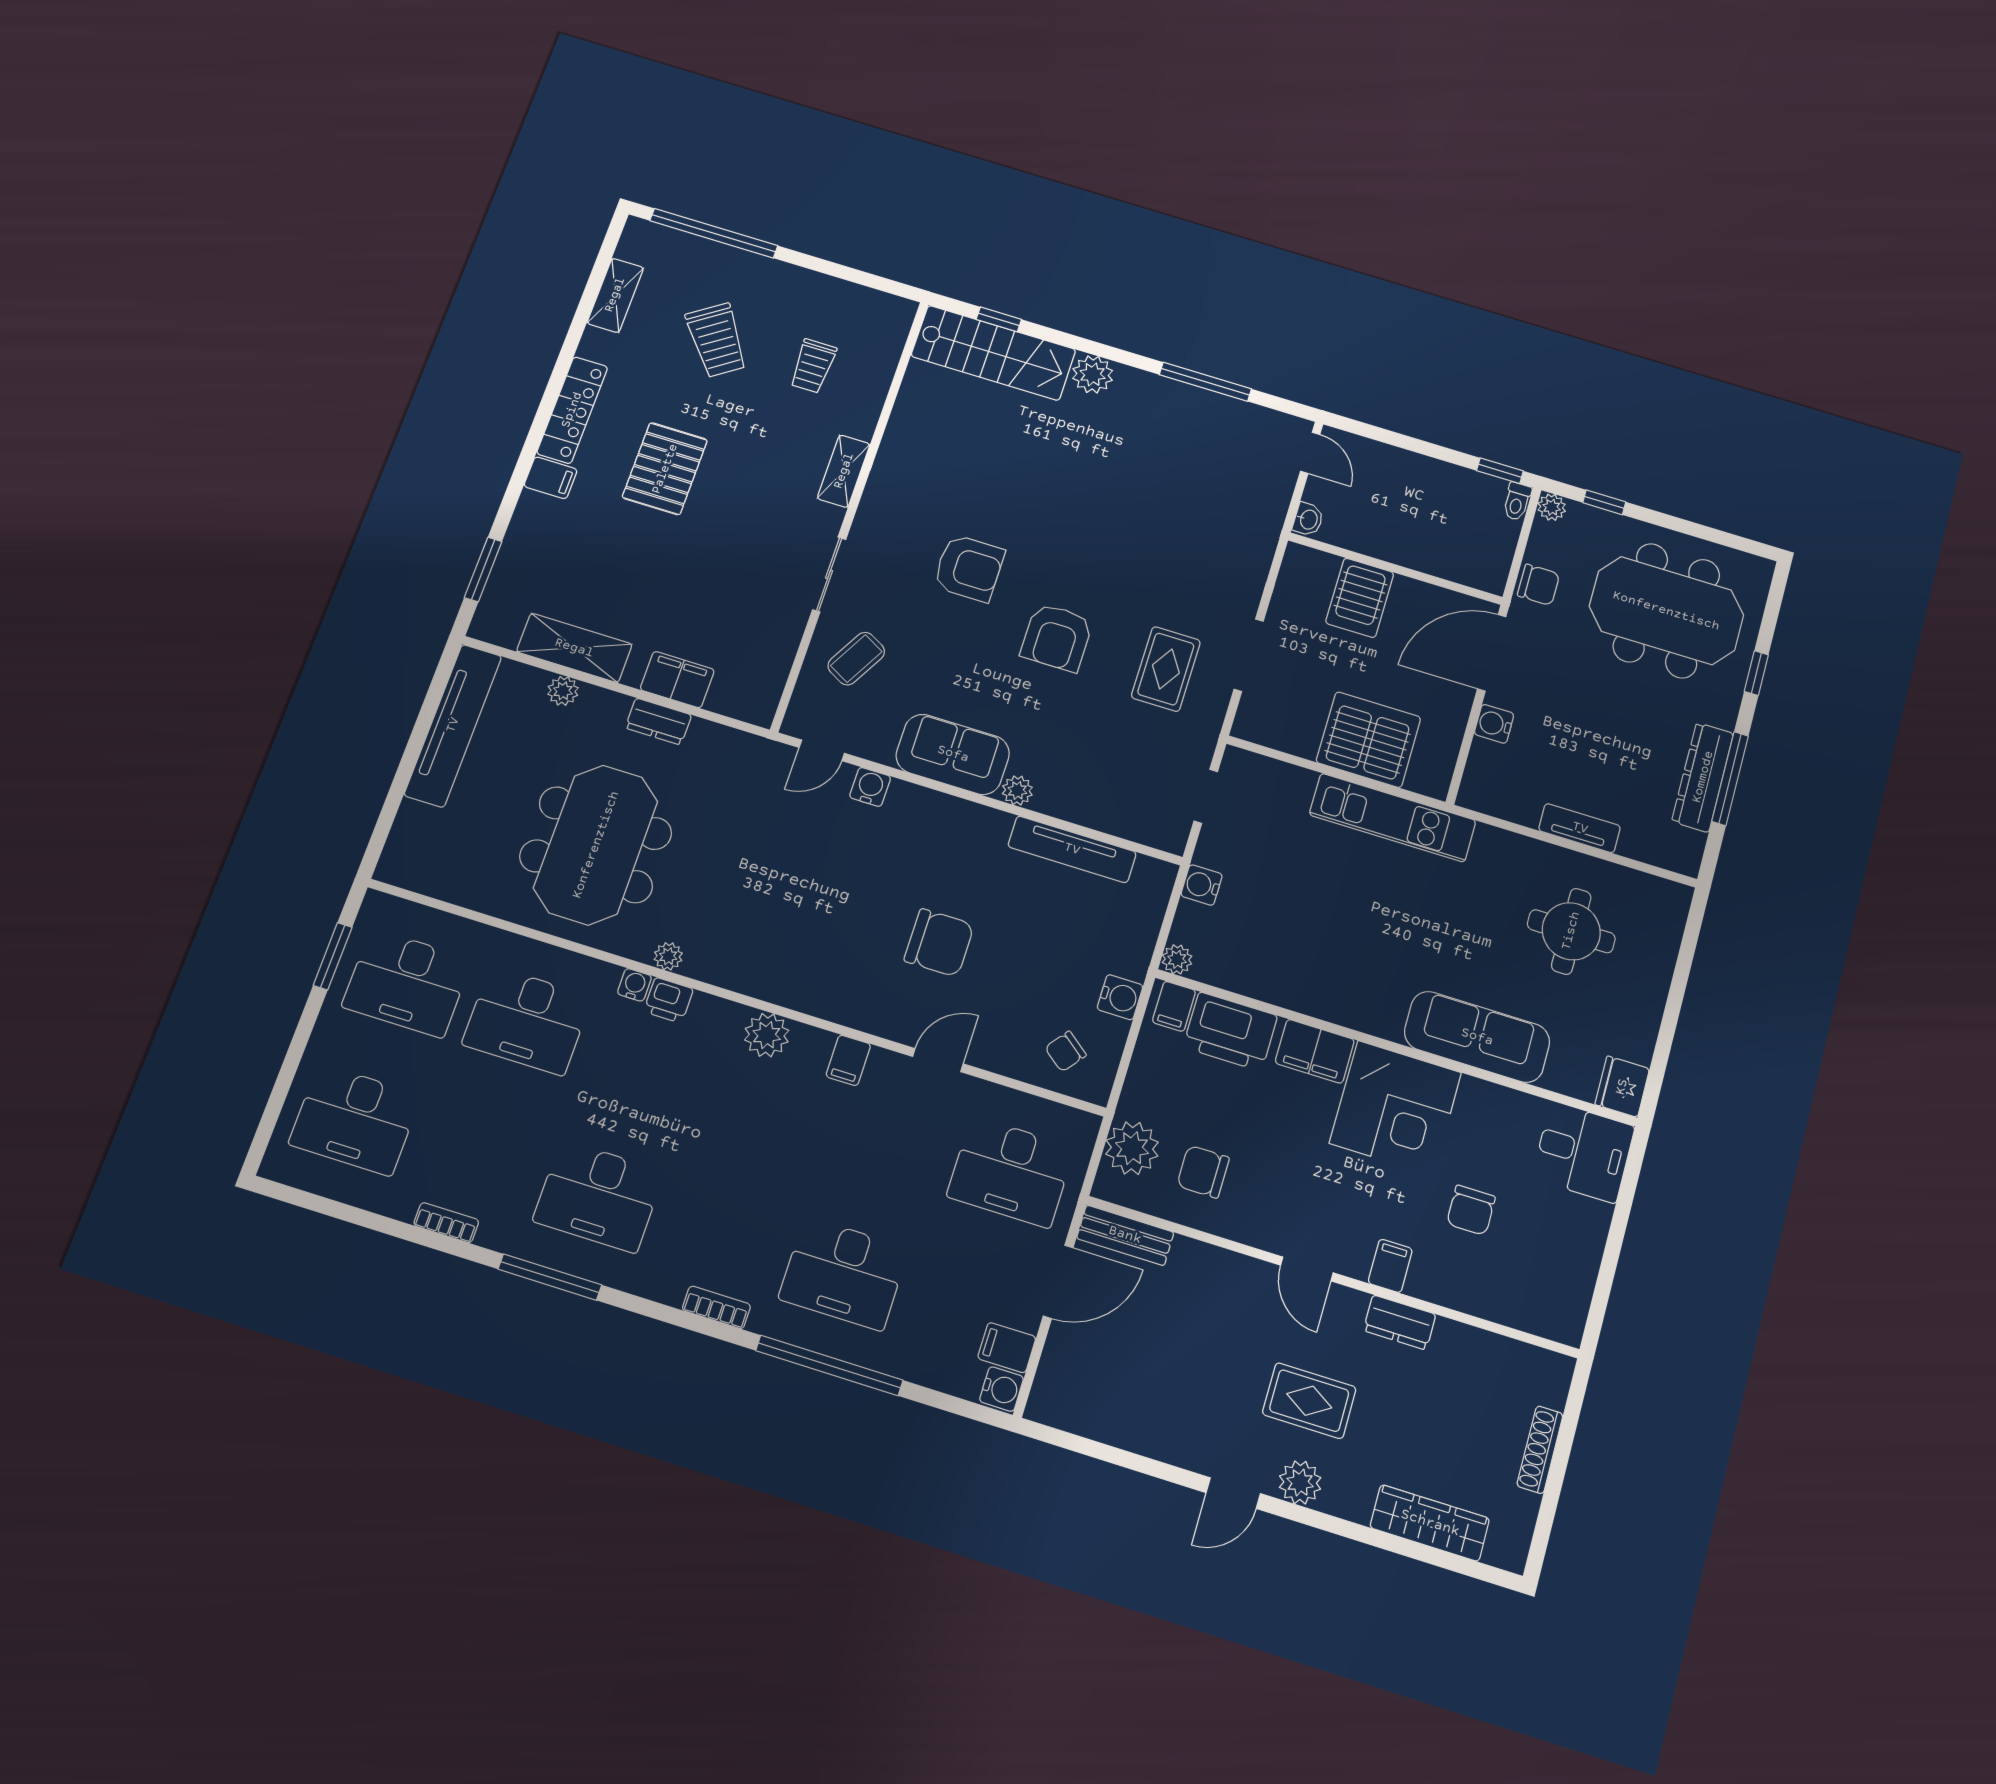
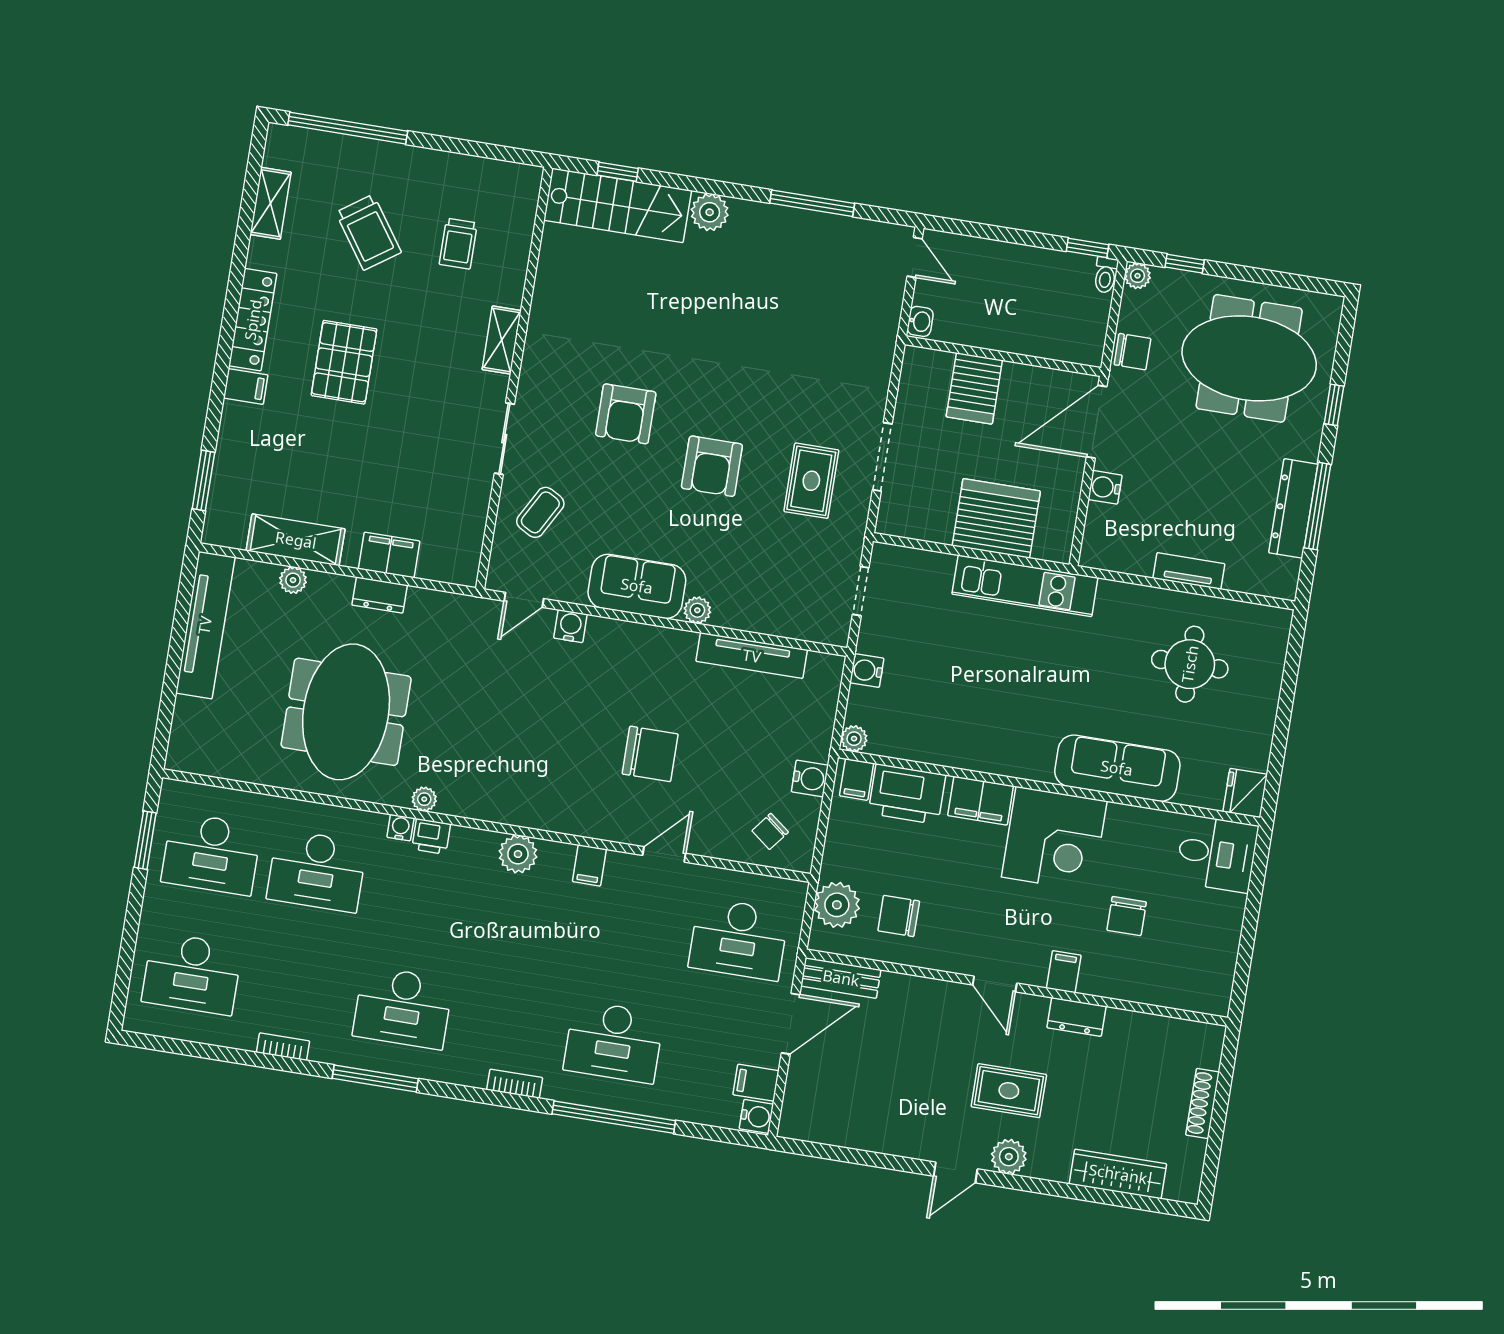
armchair: (969, 568) -> (626, 414), turned 90

